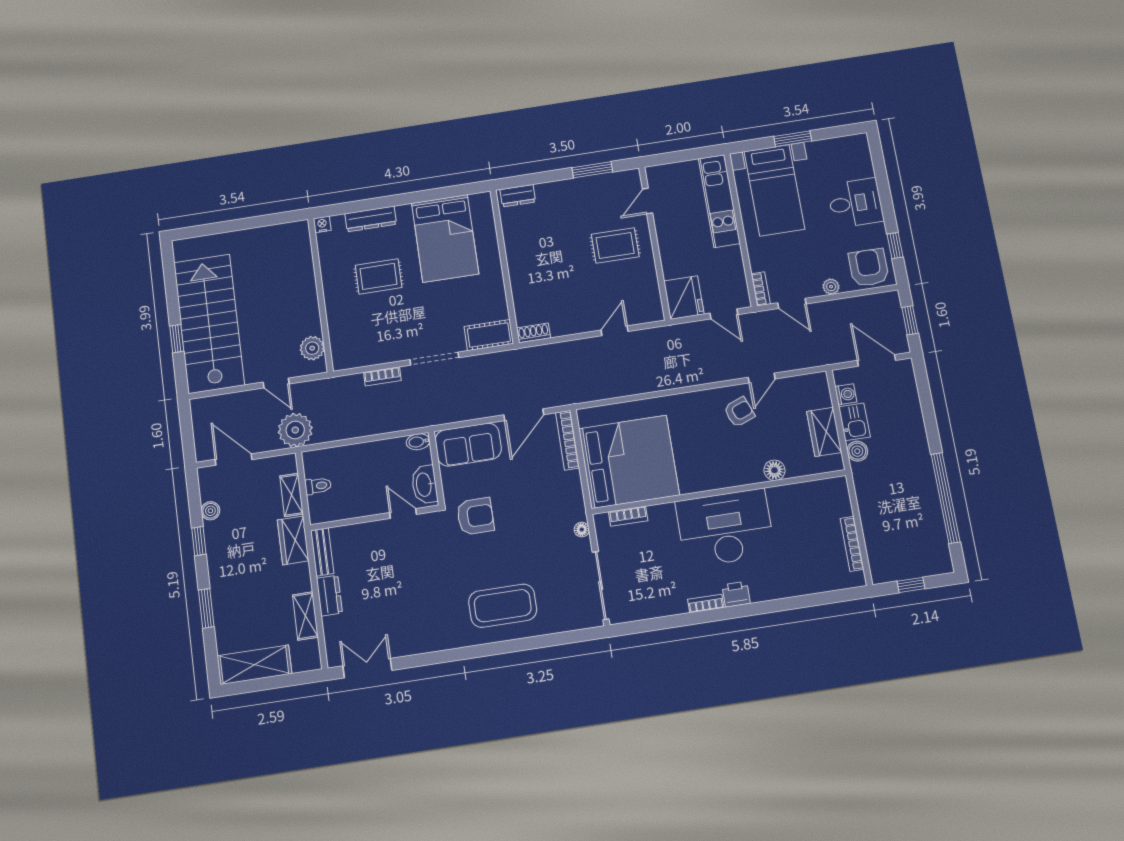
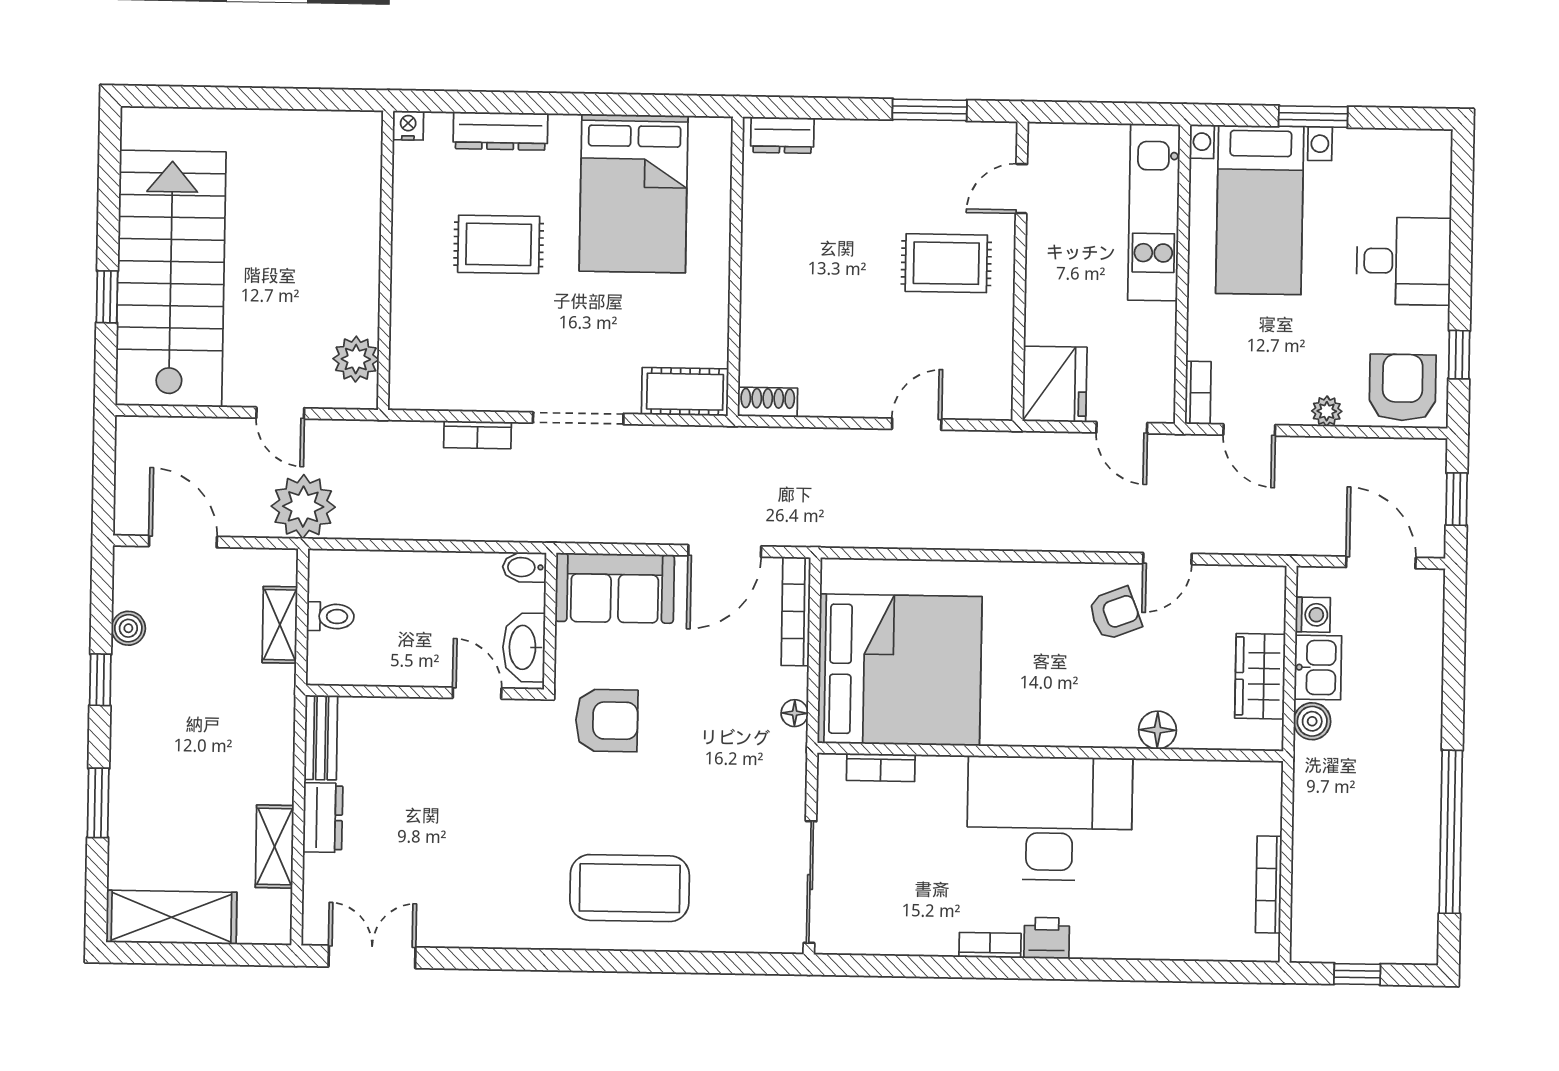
floor lamp: (582, 530) -> (795, 713), moved
wardrobe: (293, 540) -> (271, 708), removed

